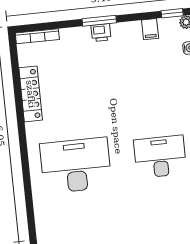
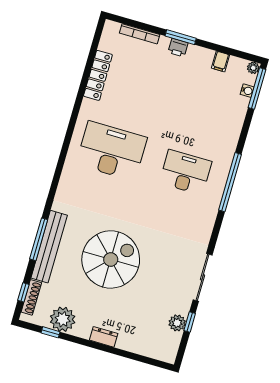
window: (172, 13) -> (245, 56), removed
bookcase: (37, 36) -> (140, 34), moved

